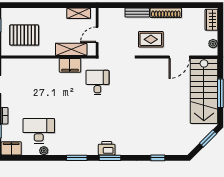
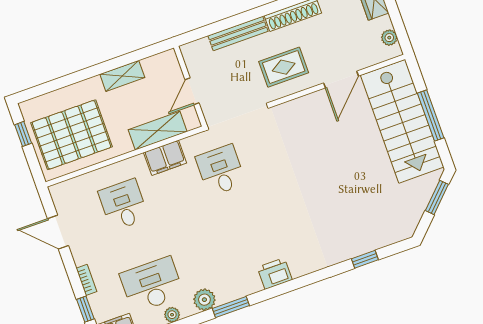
shelving: (79, 13) -> (122, 76), moved
bench: (137, 13) -> (238, 34), width x1.36
pallet: (24, 35) -> (72, 135), width x1.37, depth x1.41
desk: (39, 83) -> (123, 205), added
plant: (64, 149) -> (204, 300), added
window: (110, 158) -> (286, 287), removed

